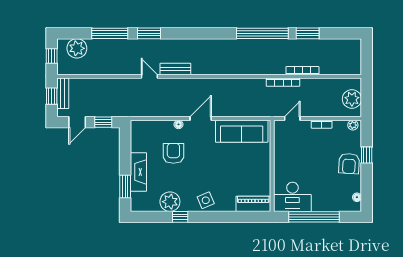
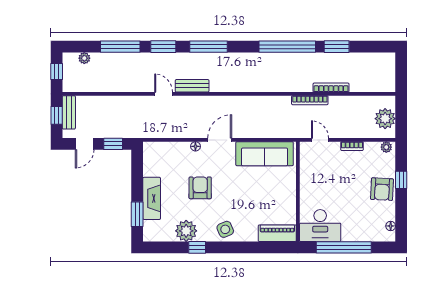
window: (190, 33) -> (208, 47), added
plant: (77, 48) -> (84, 58), width x0.53, depth x0.53
door: (292, 118) -> (320, 140), hinge flipped
armchair: (173, 153) -> (200, 188), moved

